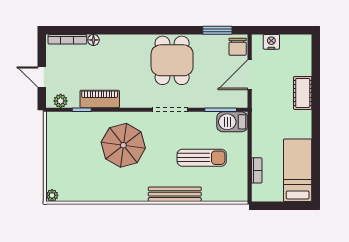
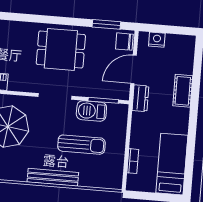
chair: (238, 47) -> (124, 42), turned 90
dining table: (172, 60) -> (61, 49), turned 90
dresser: (259, 104) -> (140, 98), added
barbecue: (232, 122) -> (91, 111), moved

